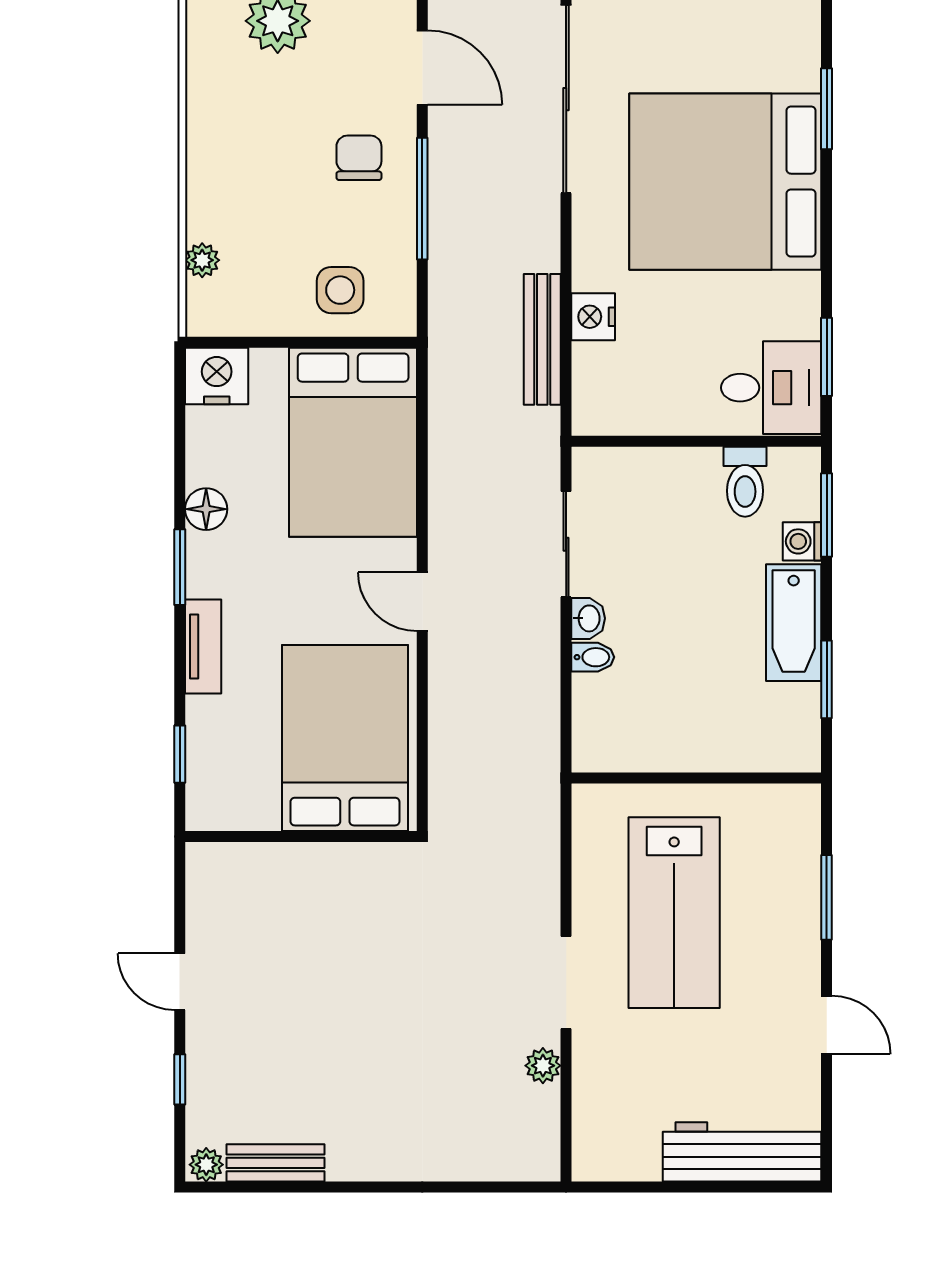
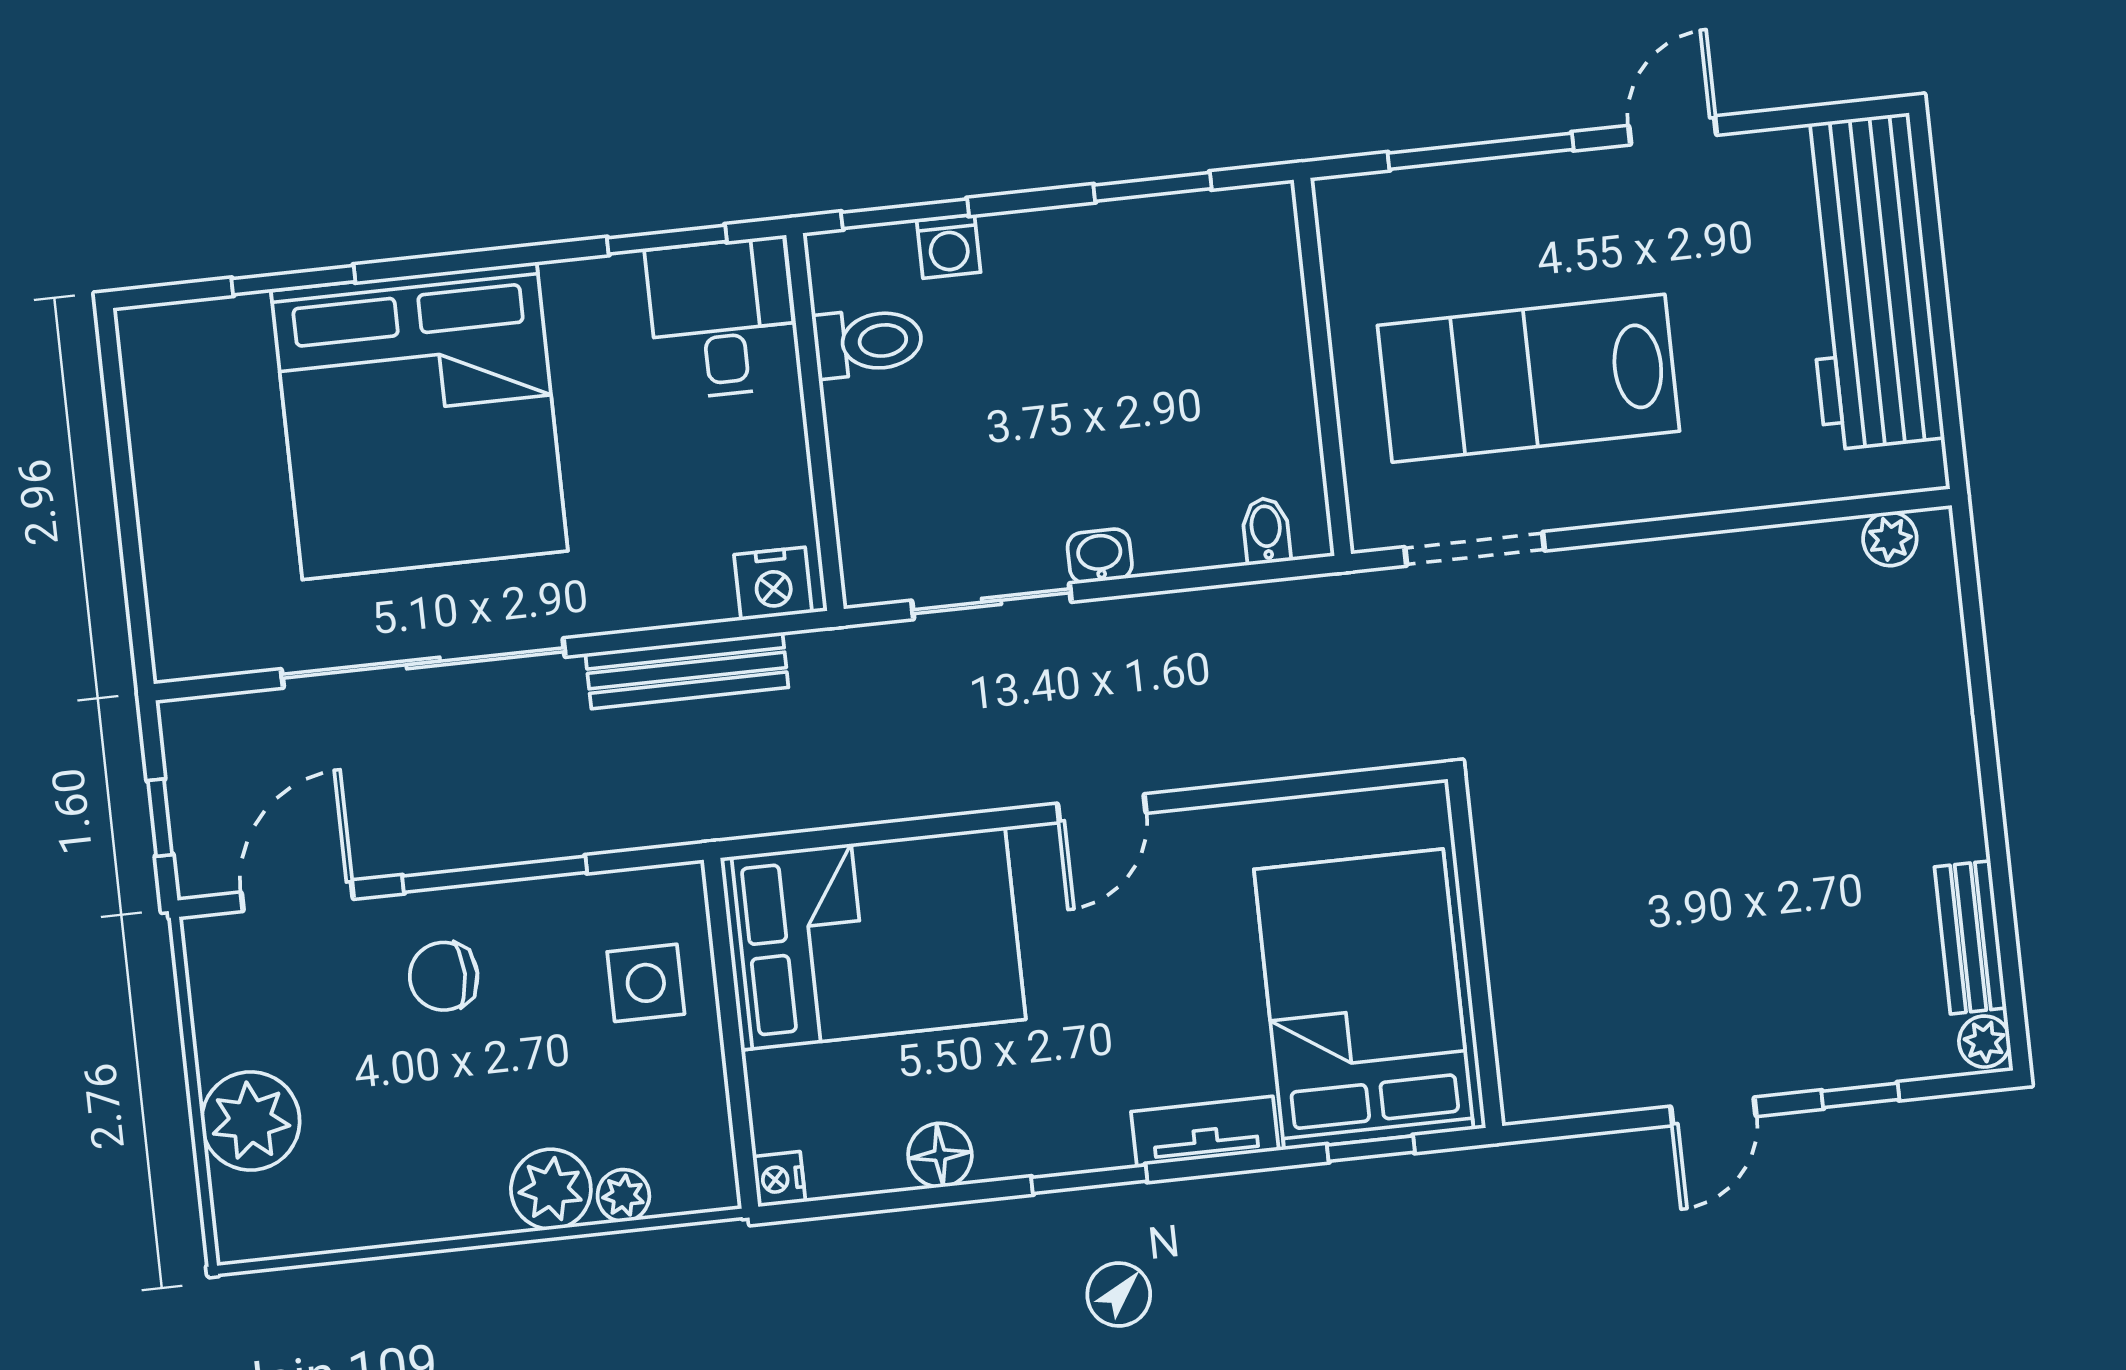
sliding door: (566, 99) -> (423, 663), moved
plant: (212, 213) -> (551, 1189), added
nightstand: (593, 317) -> (773, 584), moved
nightstand: (217, 376) -> (779, 1179), width x0.53, depth x0.56
floor lamp: (206, 509) -> (940, 1155), moved
bathtub: (794, 623) -> (1072, 246), removed
bidet: (593, 657) -> (1266, 531), moved
bed: (345, 738) -> (1364, 999), moved, turned 90
window: (827, 897) -> (1481, 151), width x1.44
lab bench: (674, 913) -> (1529, 378), turned 180
doorway: (566, 982) -> (1475, 549), moved
plant: (543, 1066) -> (1890, 539), moved
workbench: (742, 1152) -> (1868, 282), width x1.36, depth x1.32

